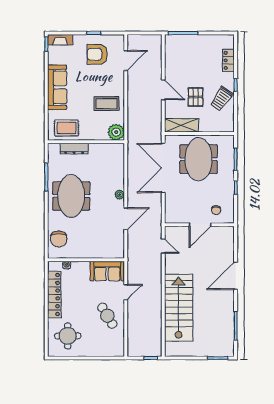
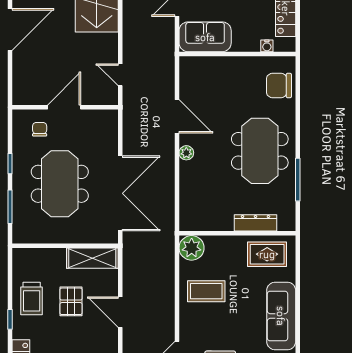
trolley: (221, 99) -> (32, 299), turned 146
meeting table: (199, 159) -> (60, 184), moved
door: (126, 219) -> (177, 116), swing flipped
chair: (59, 239) -> (279, 86), turned -90

